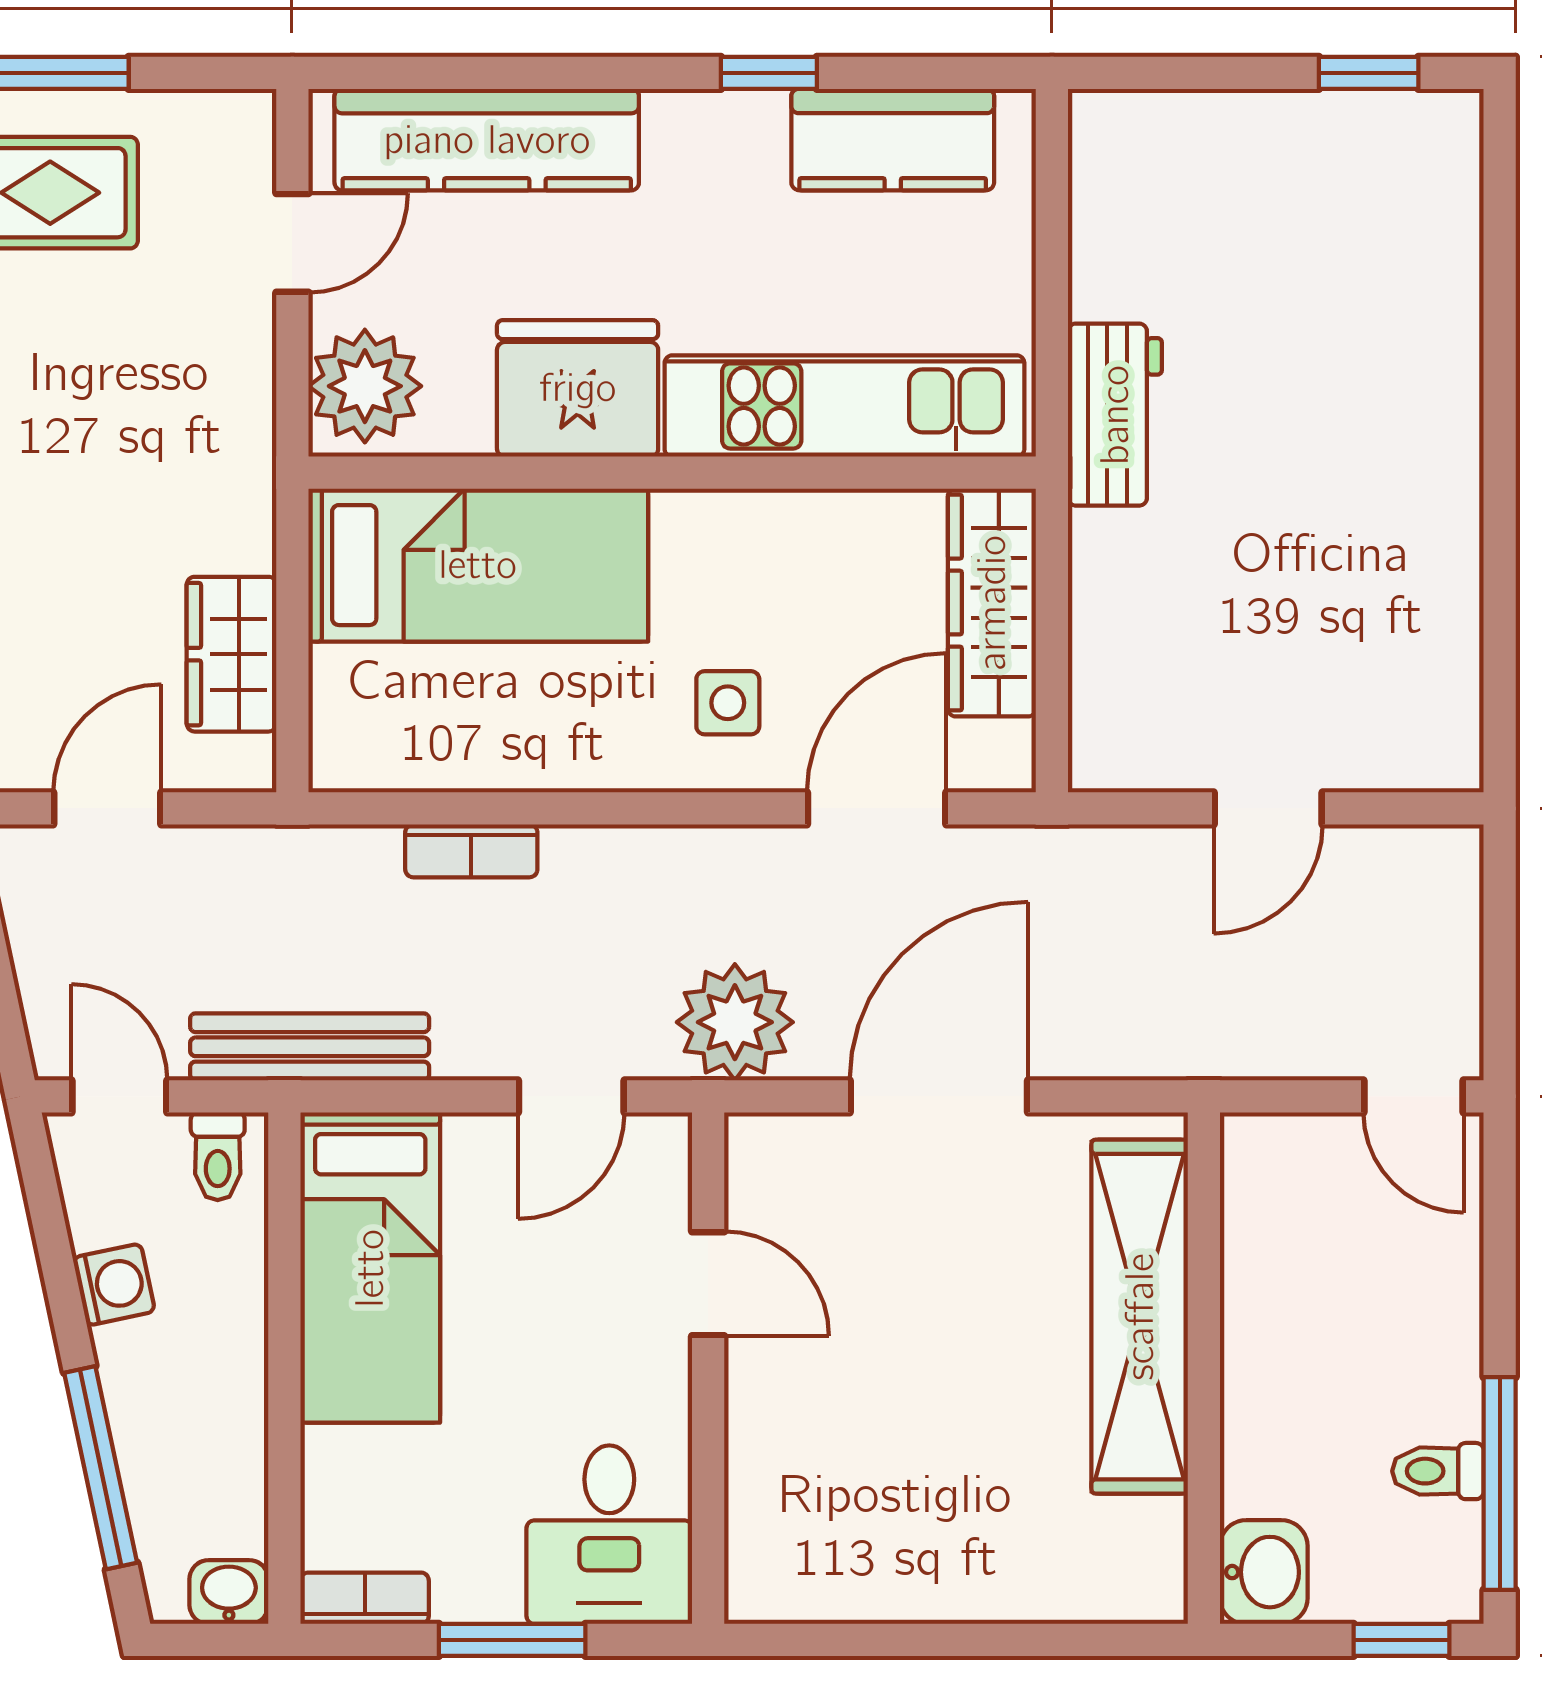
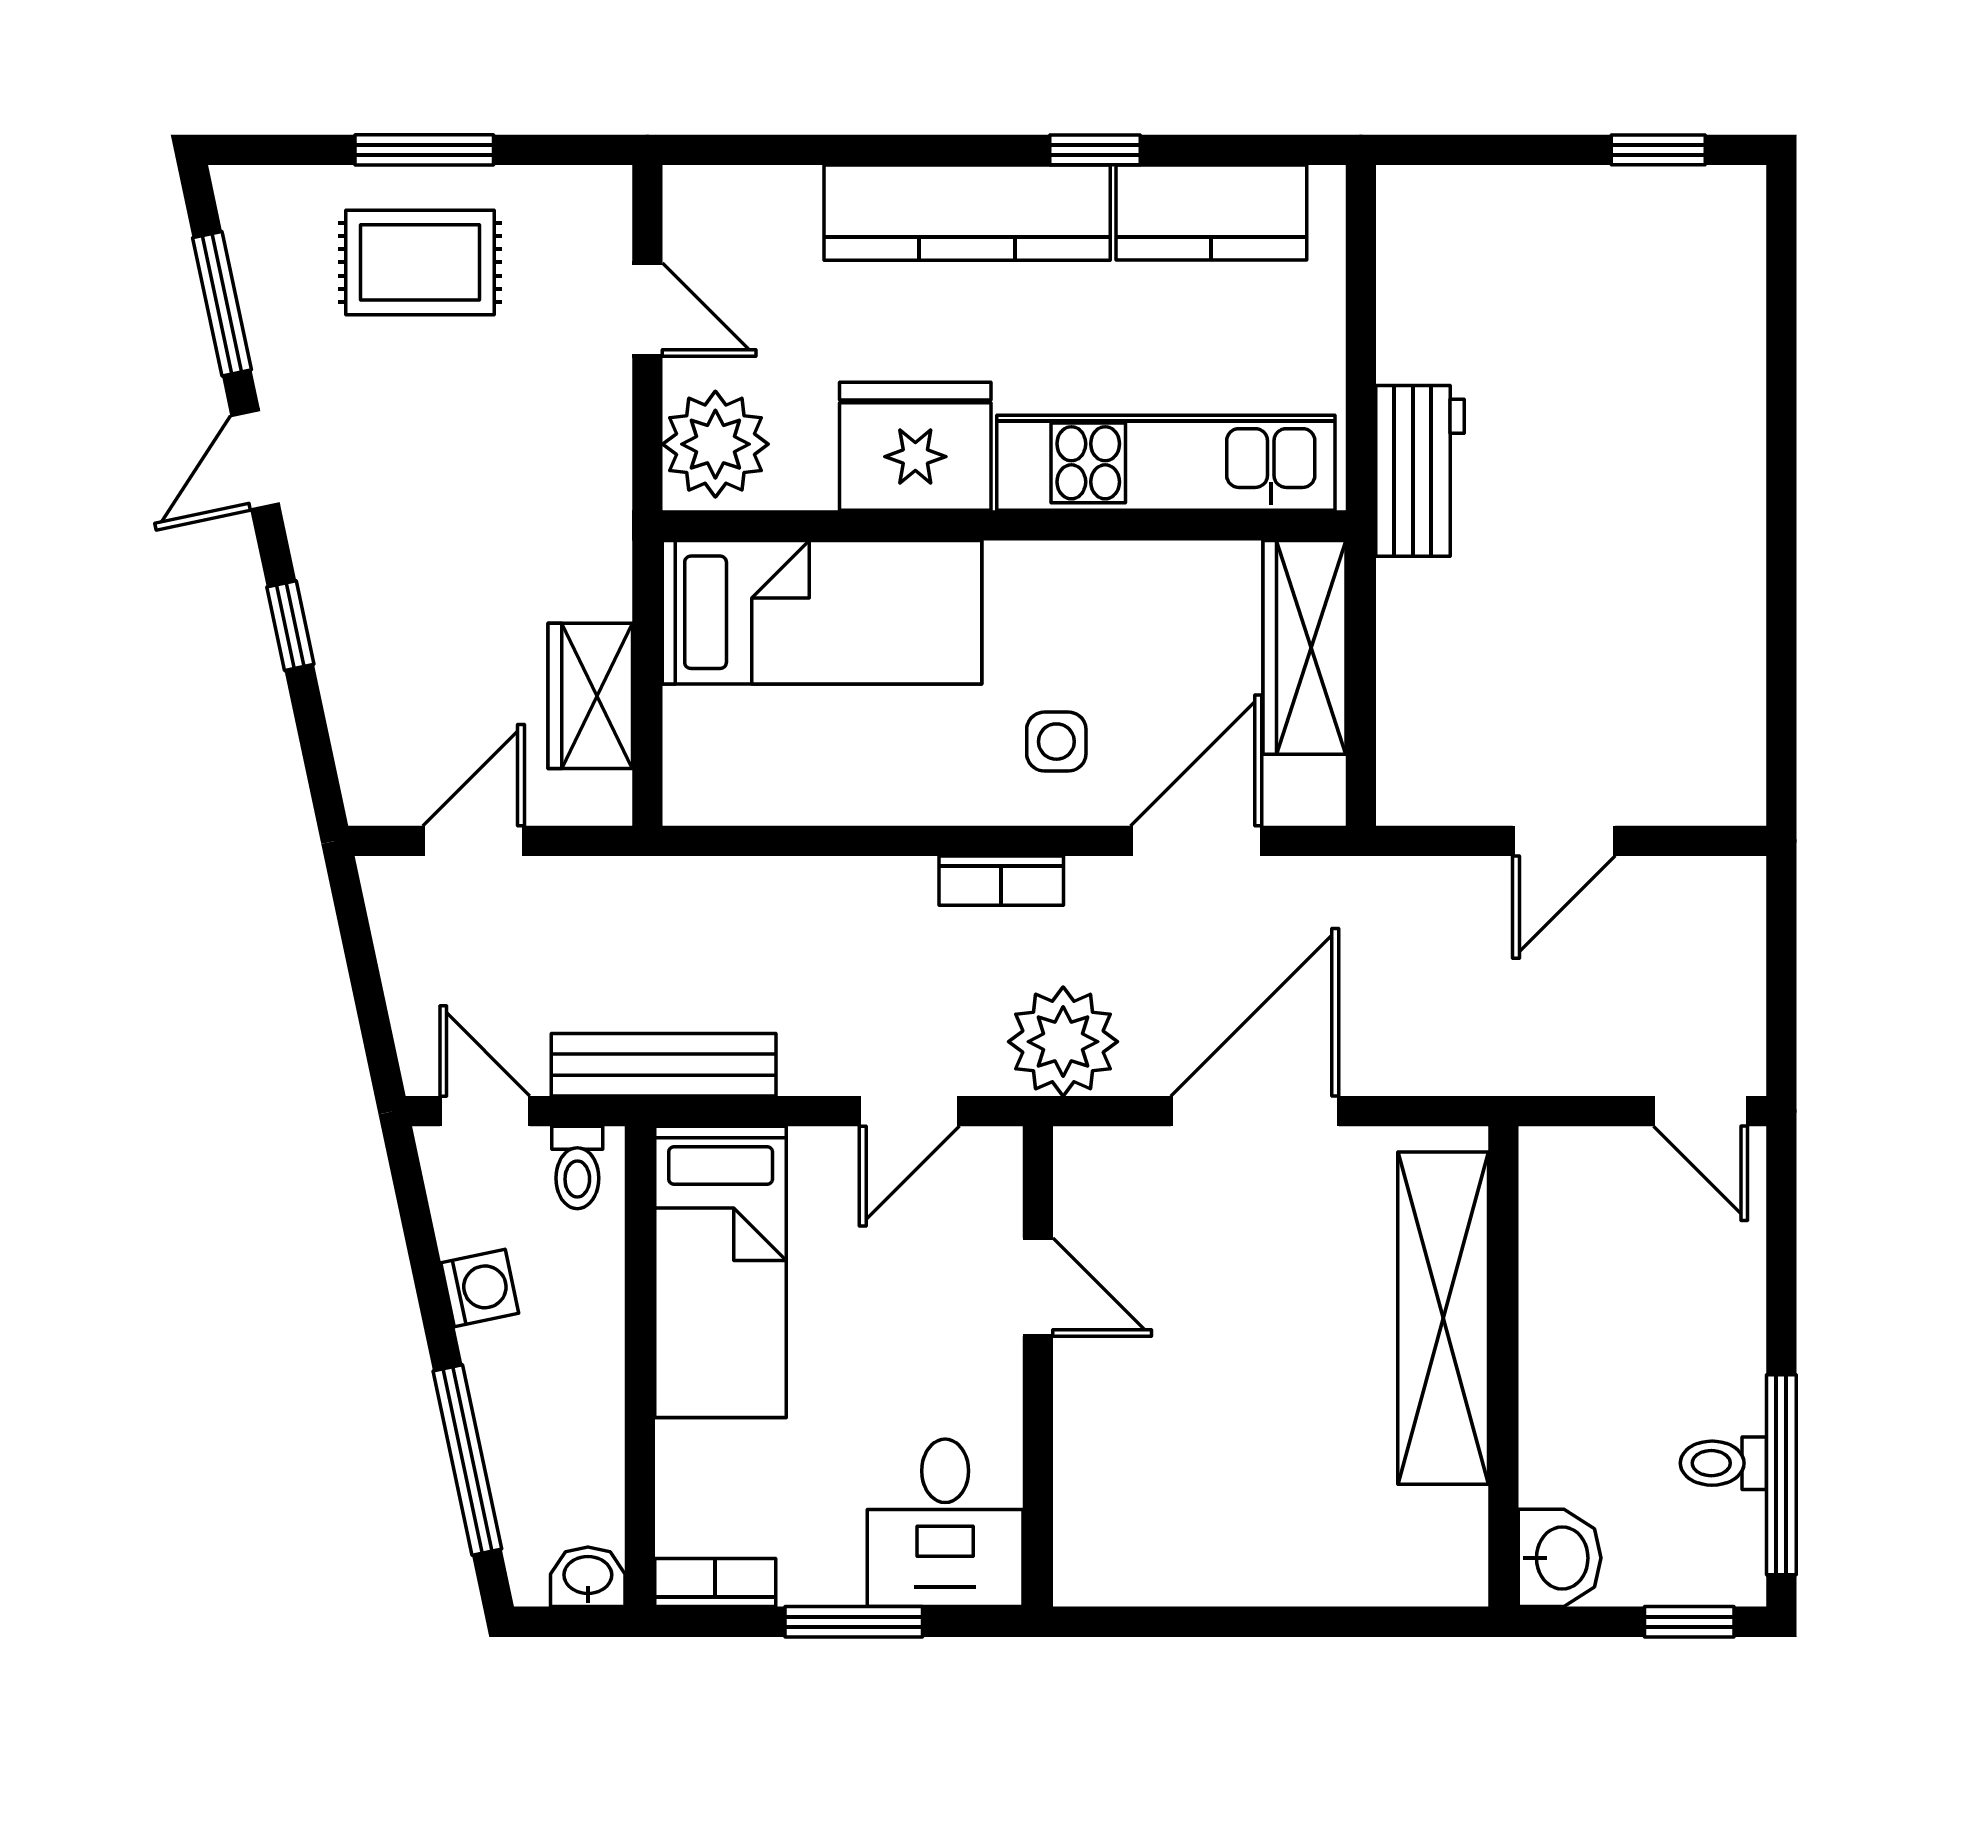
kitchen counter: (487, 140) -> (967, 213), moved
door: (292, 243) -> (647, 310), hinge flipped
bookcase: (471, 851) -> (1001, 881), moved

